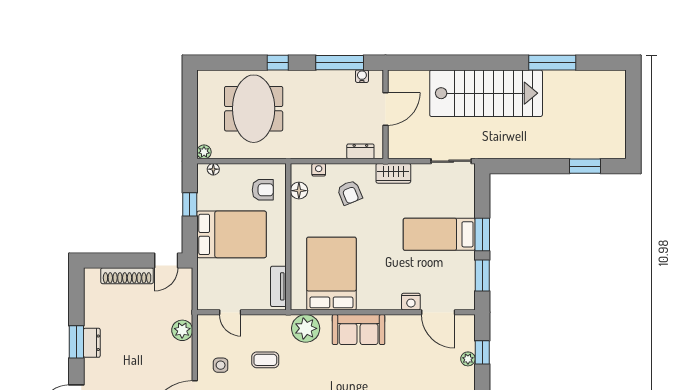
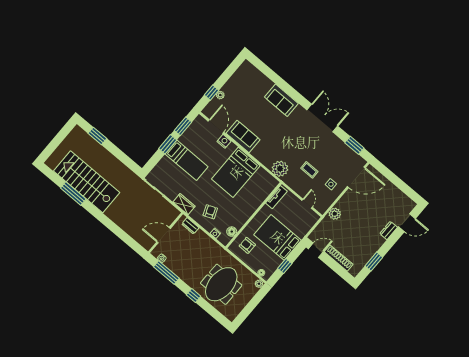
stairs: (486, 93) -> (87, 182), moved
bed: (331, 274) -> (236, 172), moved
sofa: (359, 330) -> (243, 136), moved
window: (76, 342) -> (374, 262), moved
dresser: (92, 343) -> (389, 230), moved

